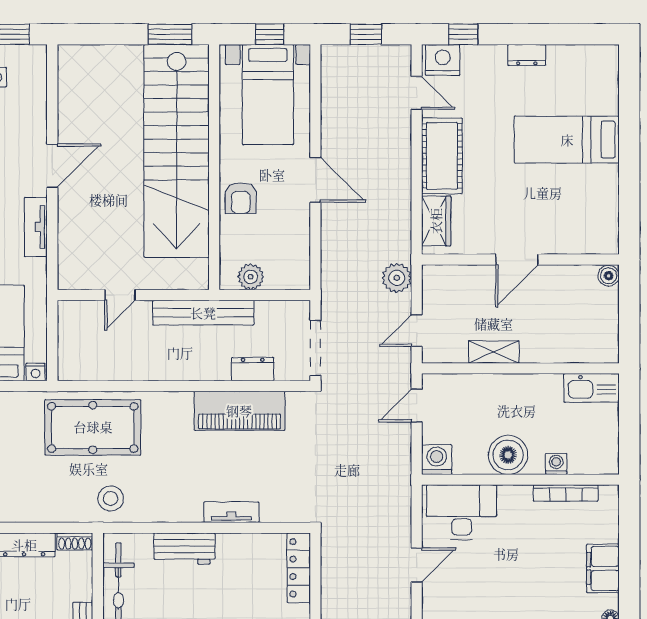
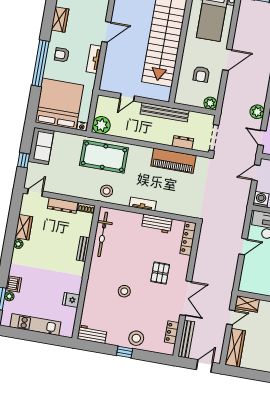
door: (315, 180) -> (227, 60), hinge flipped
armchair: (241, 198) -> (201, 74), moved
plant: (251, 277) -> (210, 103), moved
door: (417, 331) -> (262, 138), hinge flipped
plant: (76, 363) -> (101, 125), added
tv unit: (231, 512) -> (143, 204), moved
workbench: (184, 549) -> (157, 224), moved

